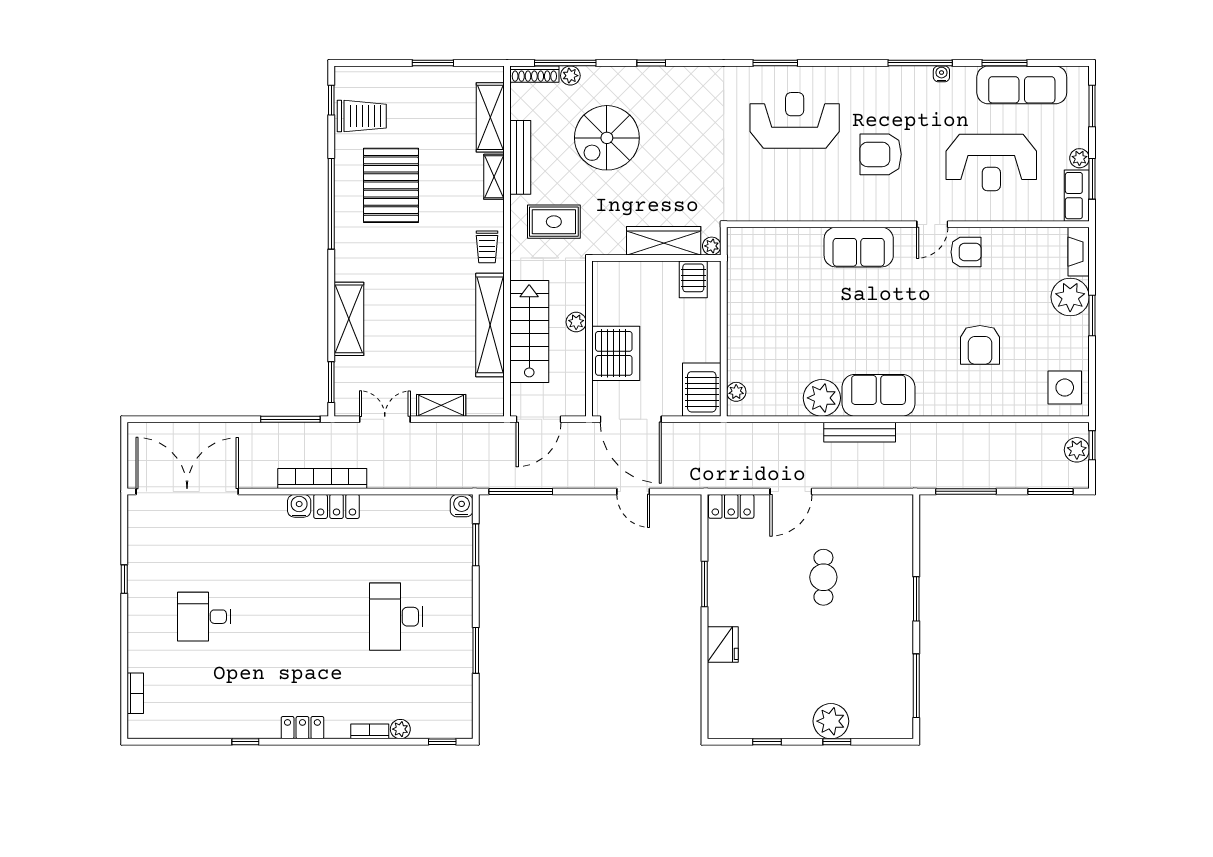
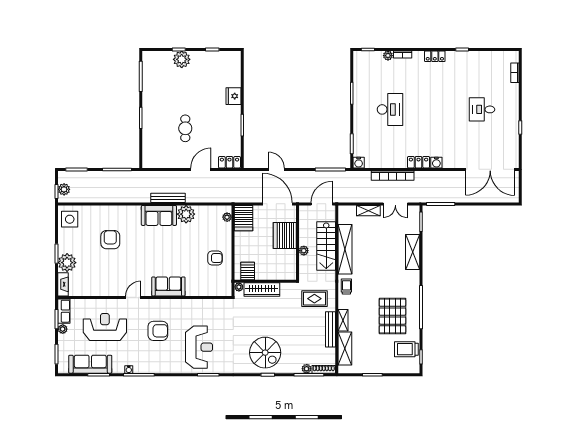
reception desk: (795, 120) -> (199, 347), turned -90
spiral stairs: (607, 138) -> (265, 353), moved, turned 90
armchair: (966, 252) -> (215, 258), moved, turned 180
bookcase: (322, 478) -> (393, 176), moved
desk: (204, 617) -> (482, 109), turned 180

